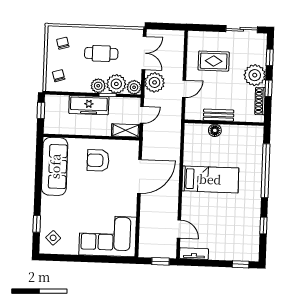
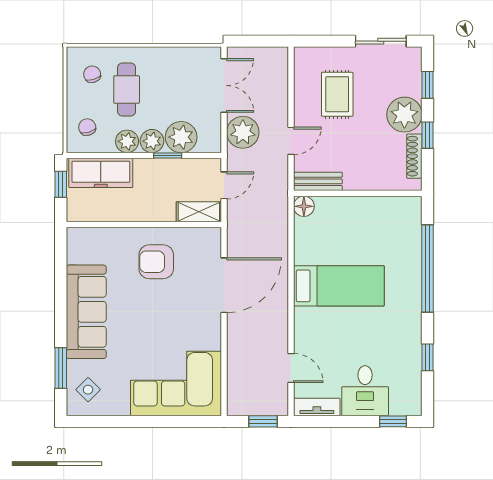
cafe table: (101, 53) -> (127, 90), moved, turned 90
rug: (214, 61) -> (337, 94), turned 90
plant: (134, 87) -> (127, 141), moved
freezer: (89, 105) -> (101, 173), moved
bench: (219, 115) -> (318, 181), moved
floor lamp: (215, 130) -> (304, 206), moved
sofa: (55, 166) -> (86, 312), moved
window: (37, 224) -> (61, 368), width x1.50
desk: (224, 245) -> (365, 391), added

